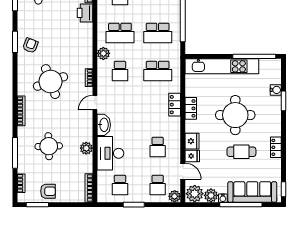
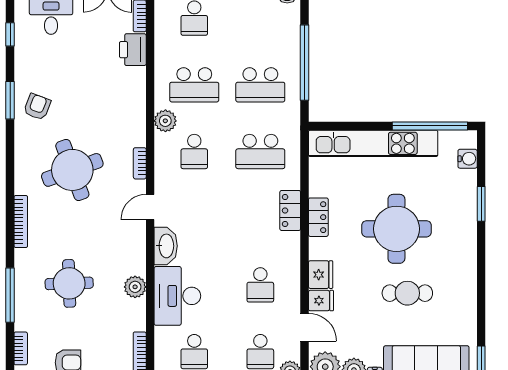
water cooler: (276, 90) -> (468, 159), moved
locker: (276, 147) -> (468, 285), removed

